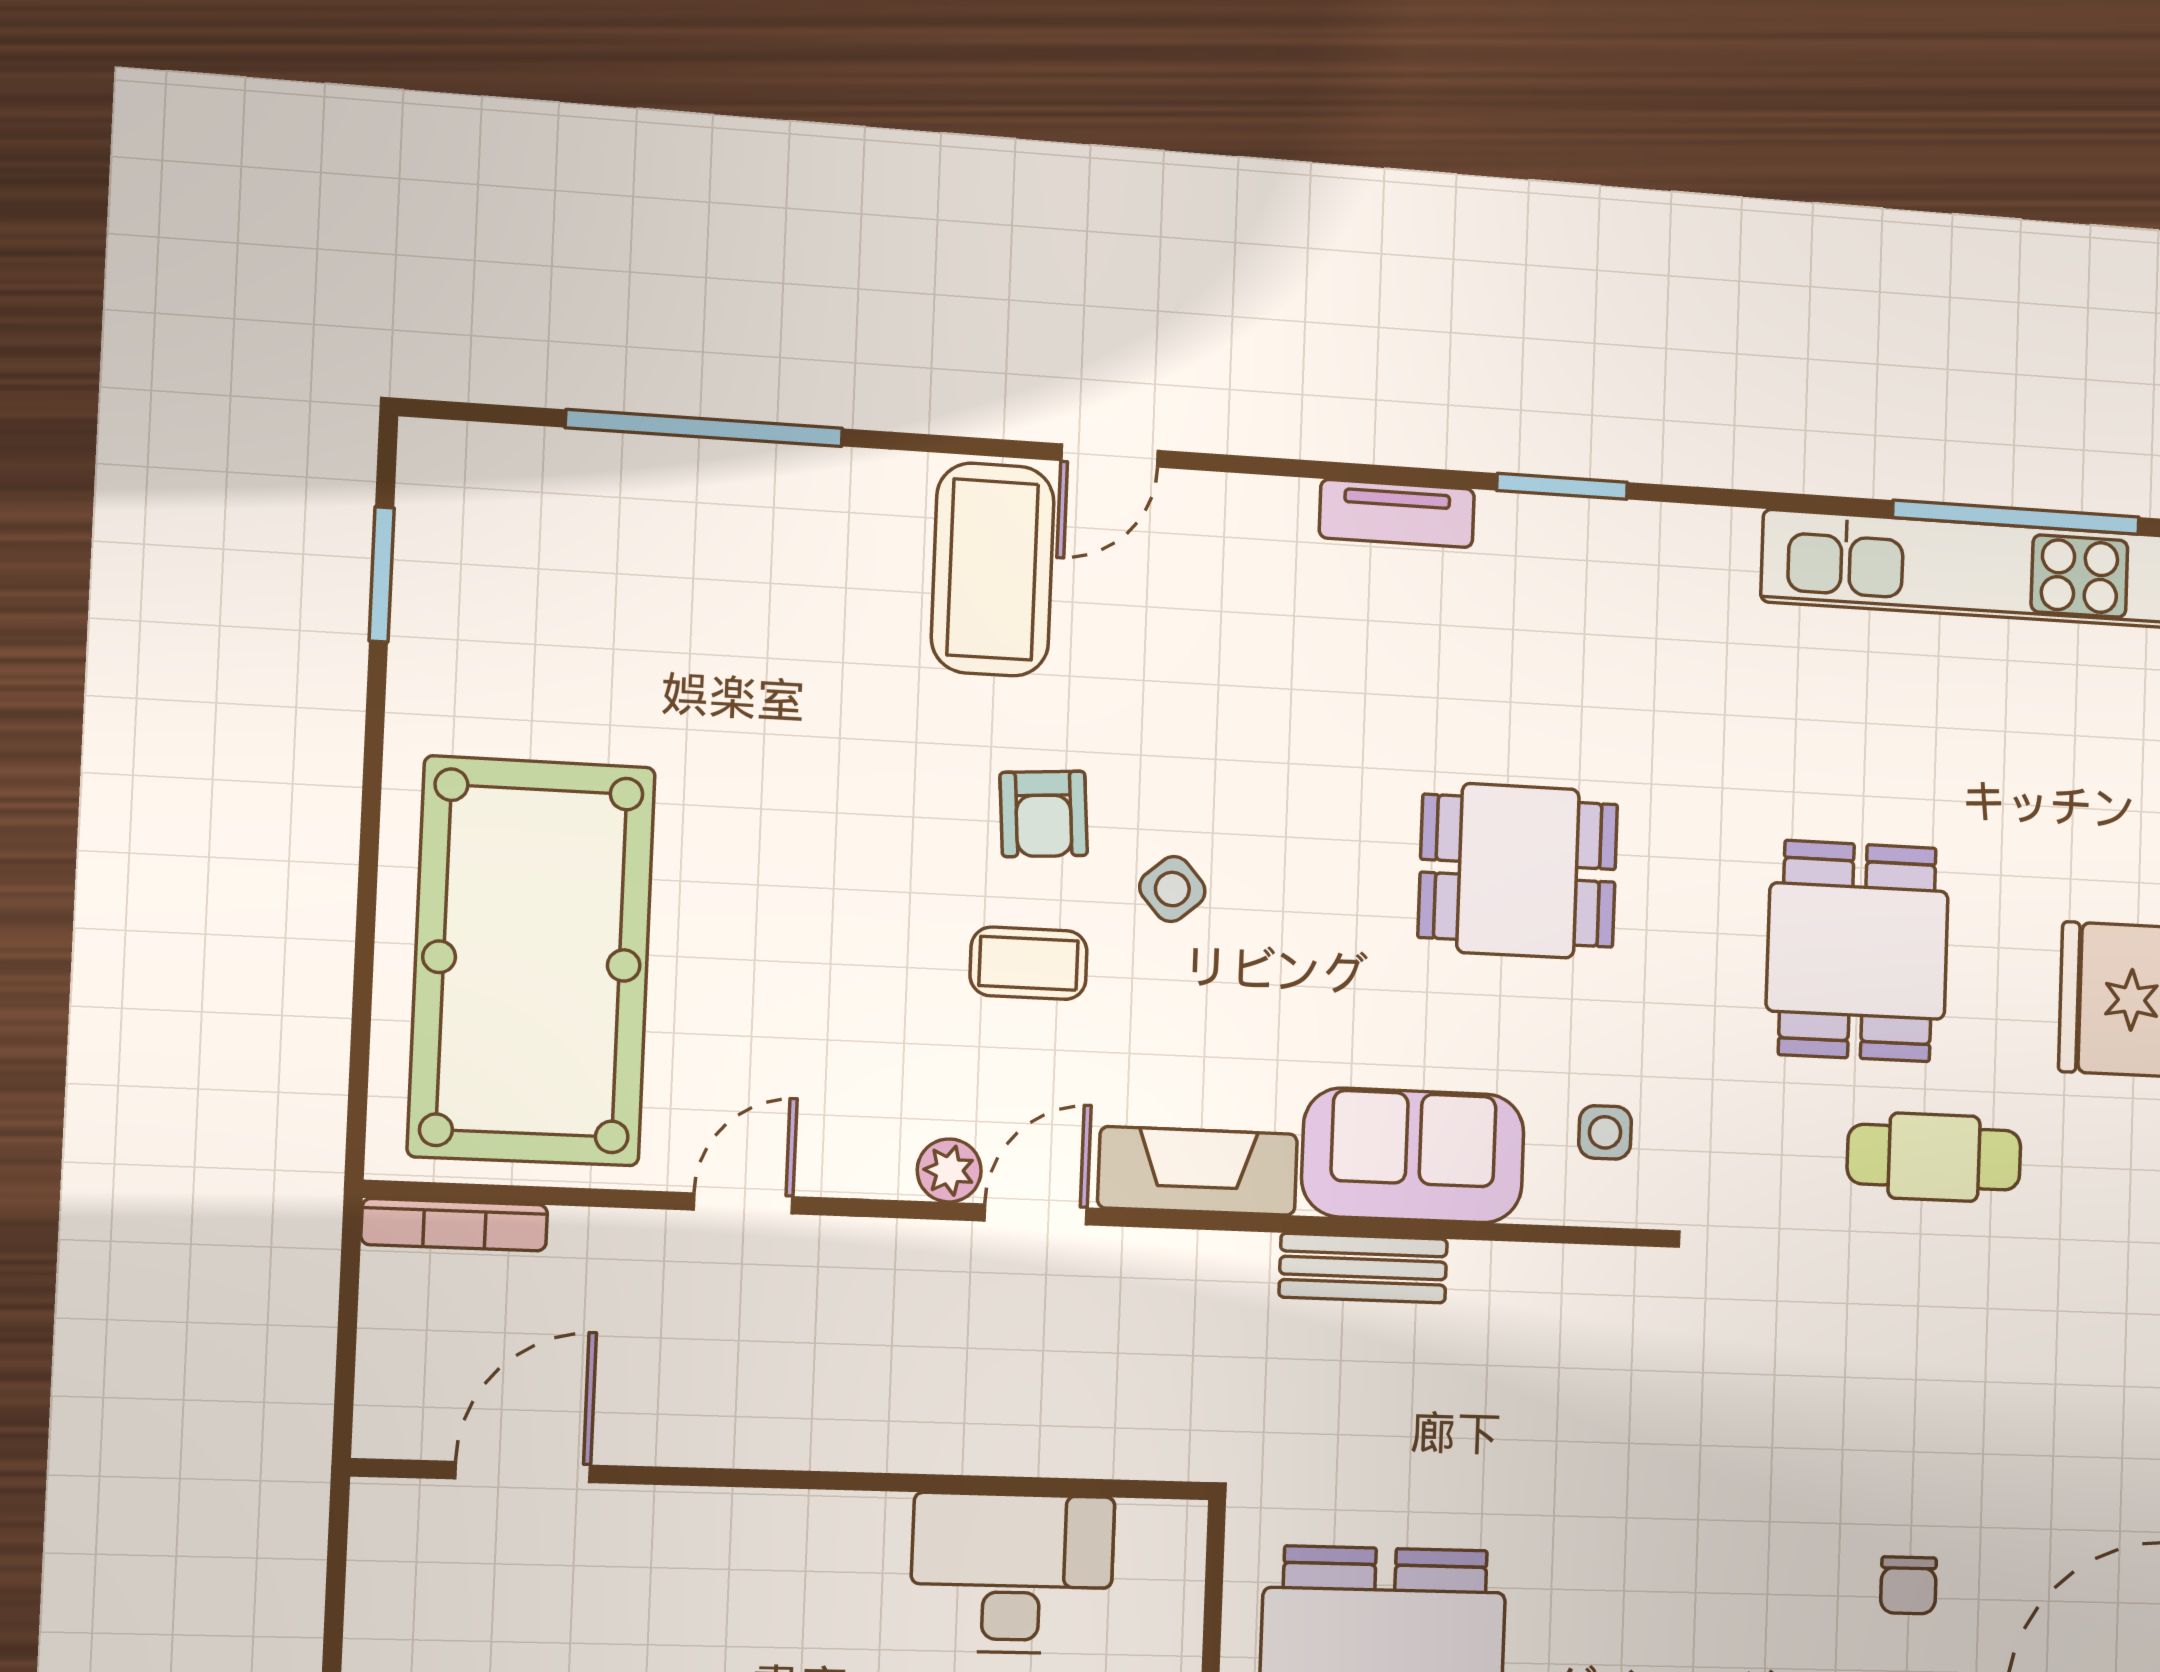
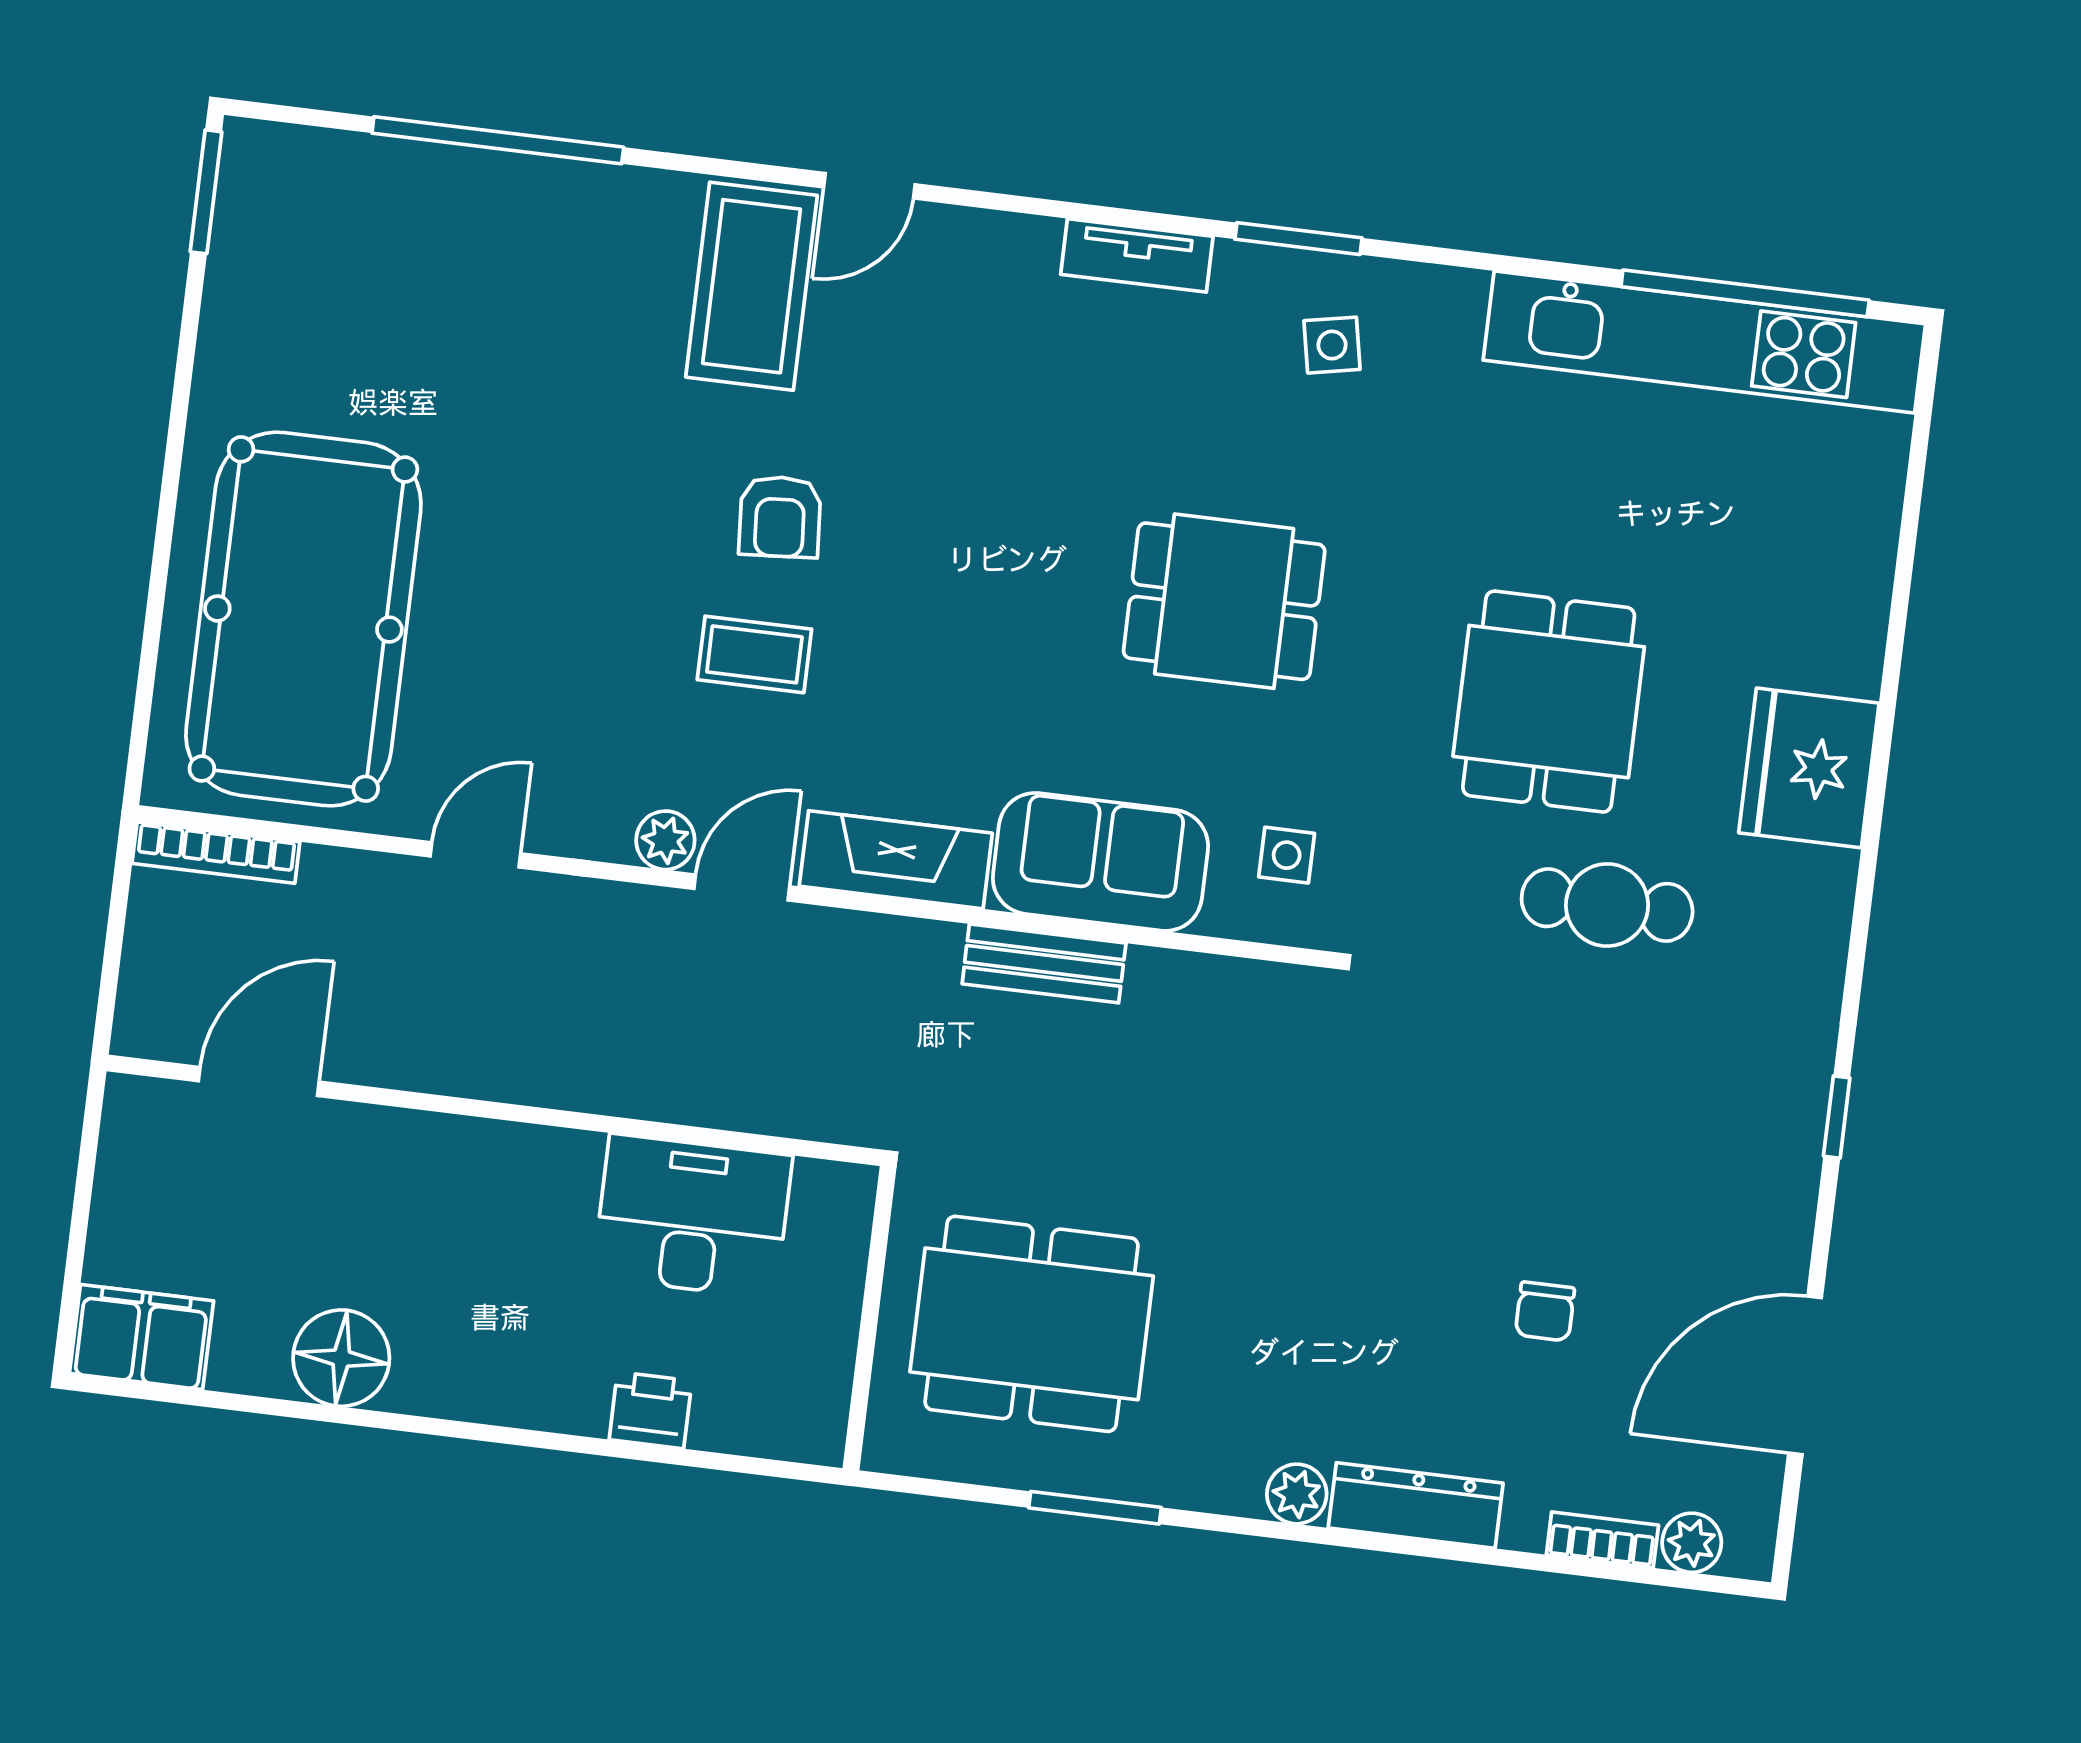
window: (382, 574) -> (206, 192), moved
side table: (1172, 889) -> (1332, 345), moved, turned 30

